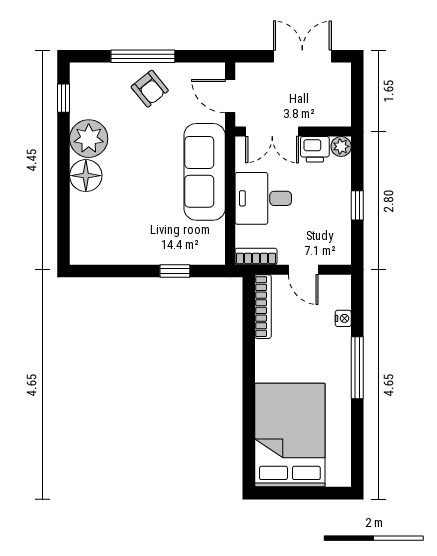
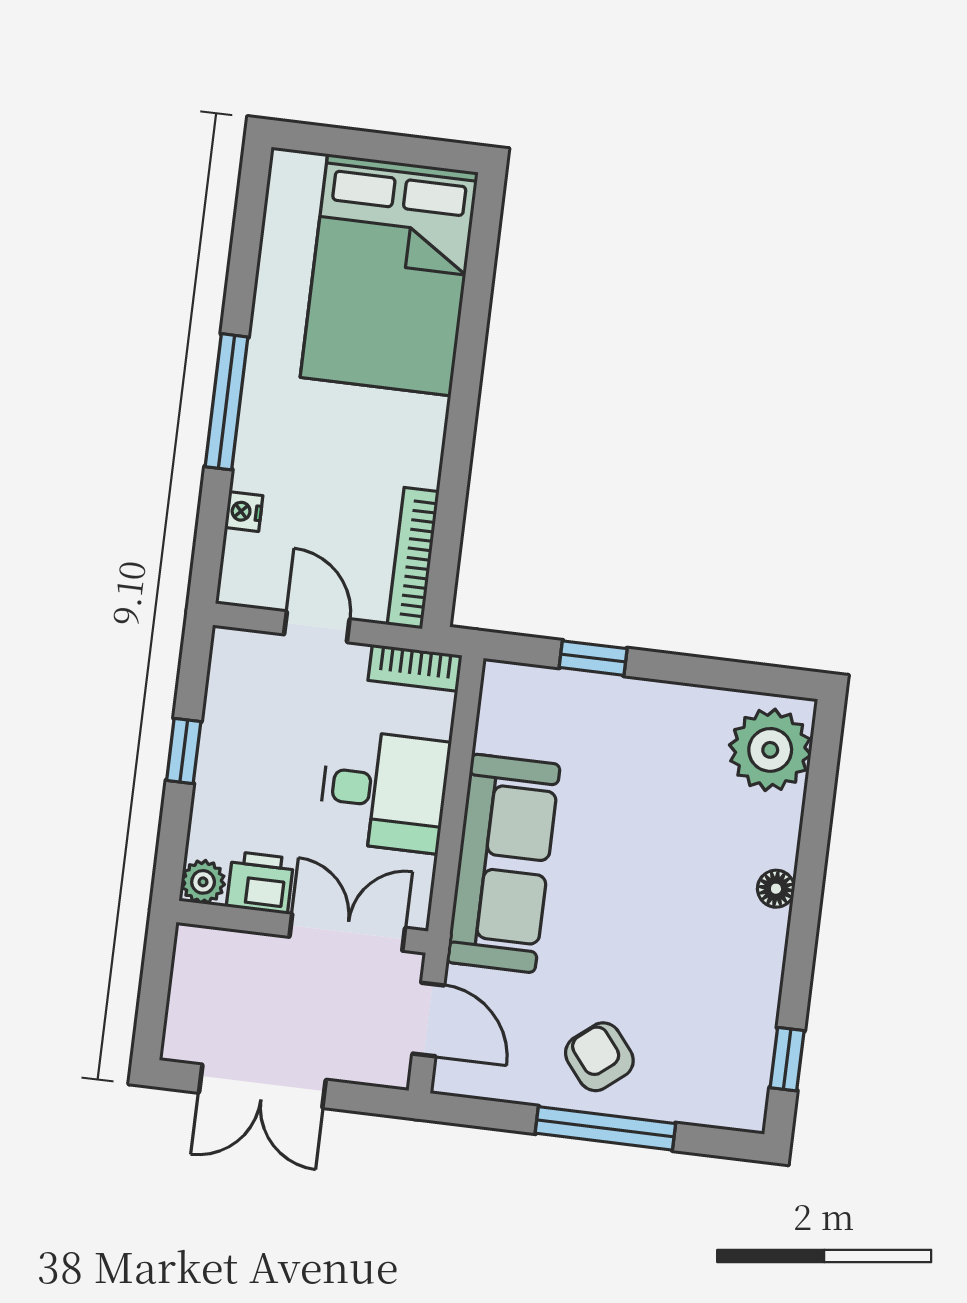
plant: (89, 139) -> (770, 750), moved
floor lamp: (86, 176) -> (776, 889), width x0.53, depth x0.53

